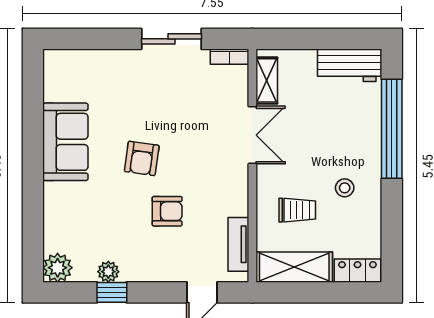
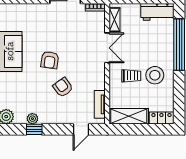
stool: (345, 188) -> (155, 75), width x1.89, depth x1.89
trolley: (297, 210) -> (131, 76), moved
armchair: (167, 211) -> (63, 87), turned -126

